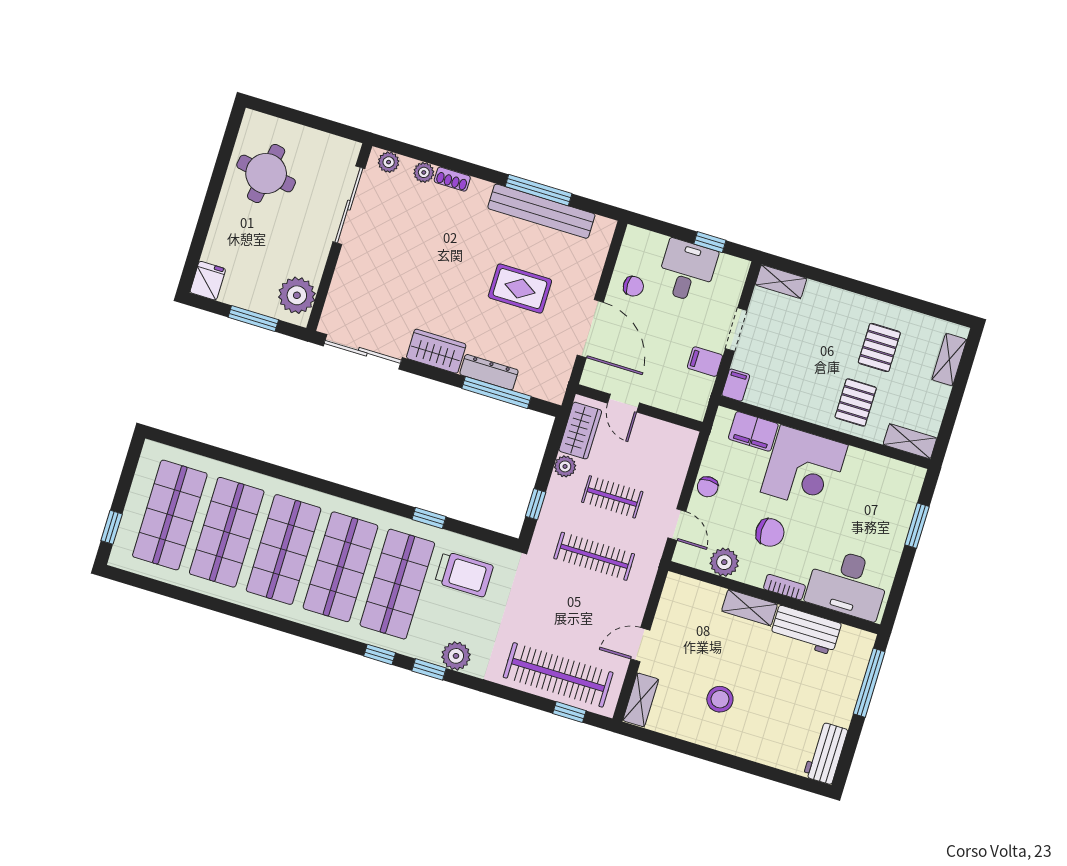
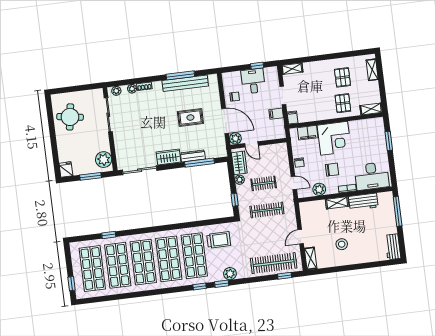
plant: (595, 375) -> (235, 138), added
window: (429, 518) -> (109, 235), moved

